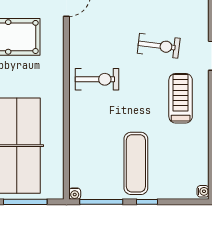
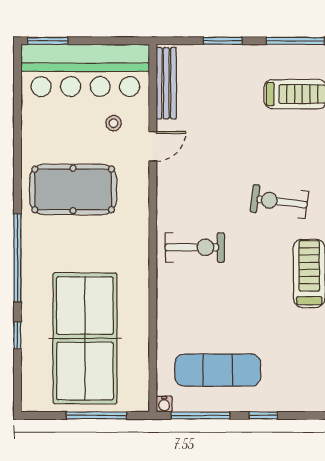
exercise bike: (159, 46) -> (279, 202), turned 180
exercise mat: (136, 163) -> (218, 370), moved, turned 90

